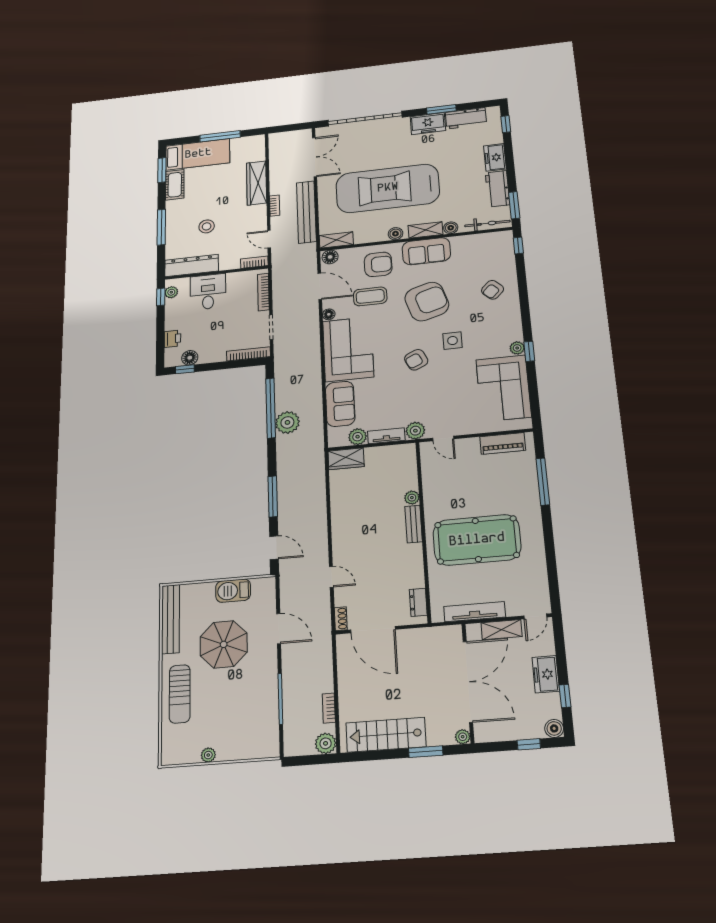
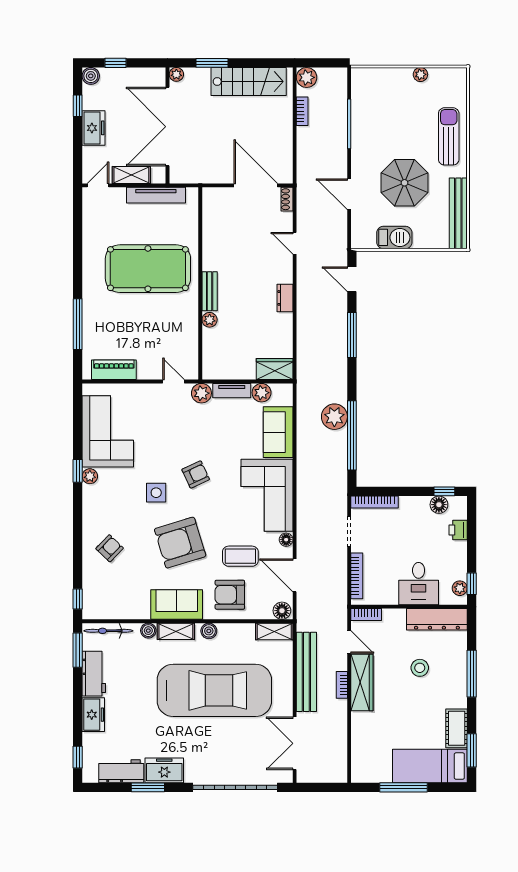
wardrobe: (257, 183) -> (362, 683), moved
dresser: (418, 602) -> (285, 298), moved, turned 180

